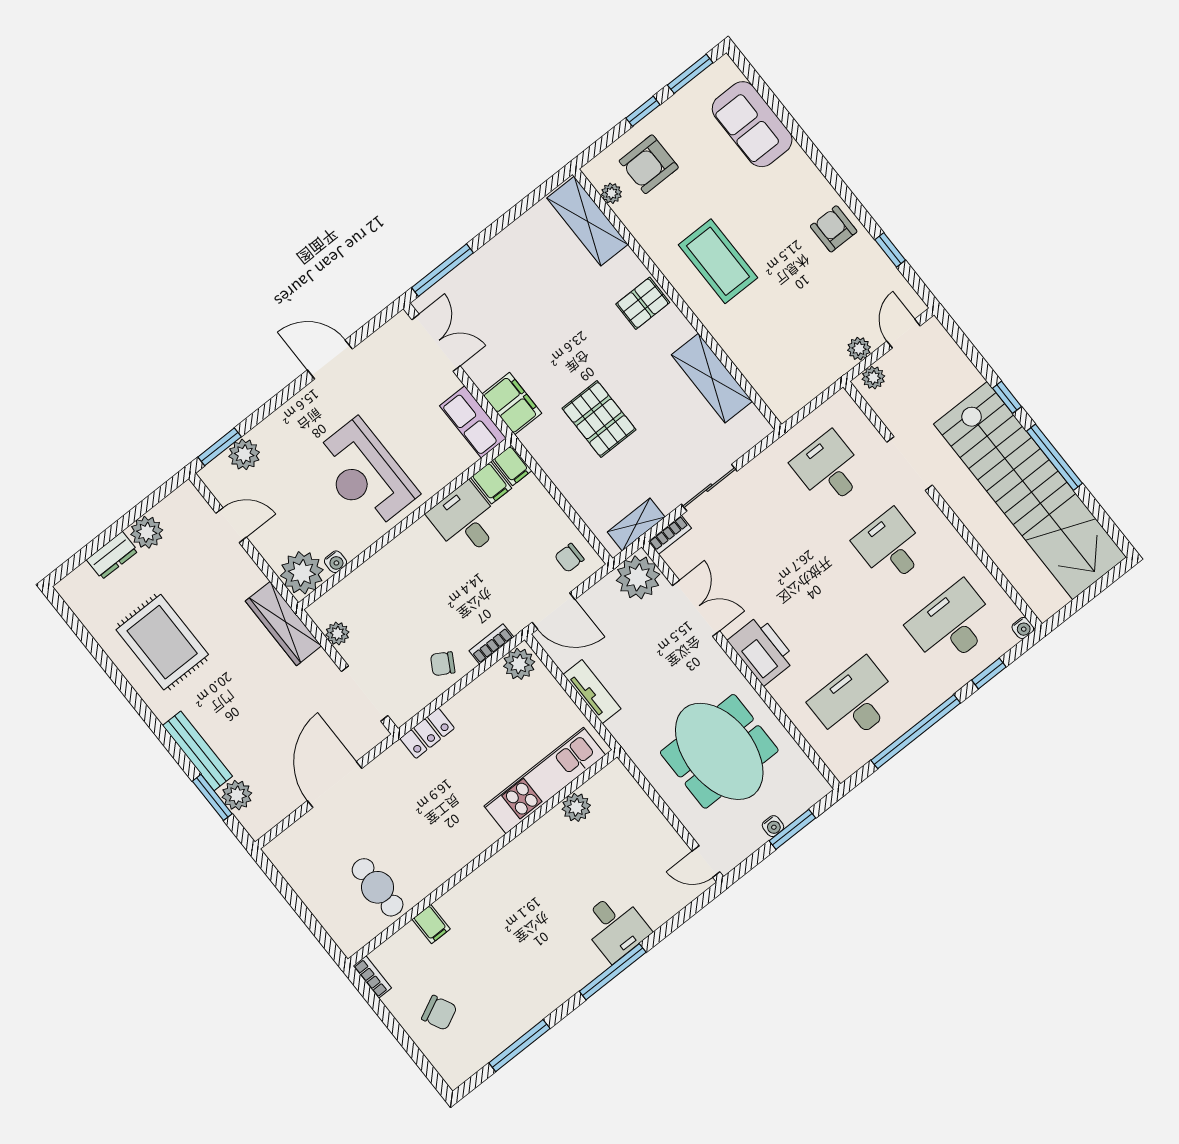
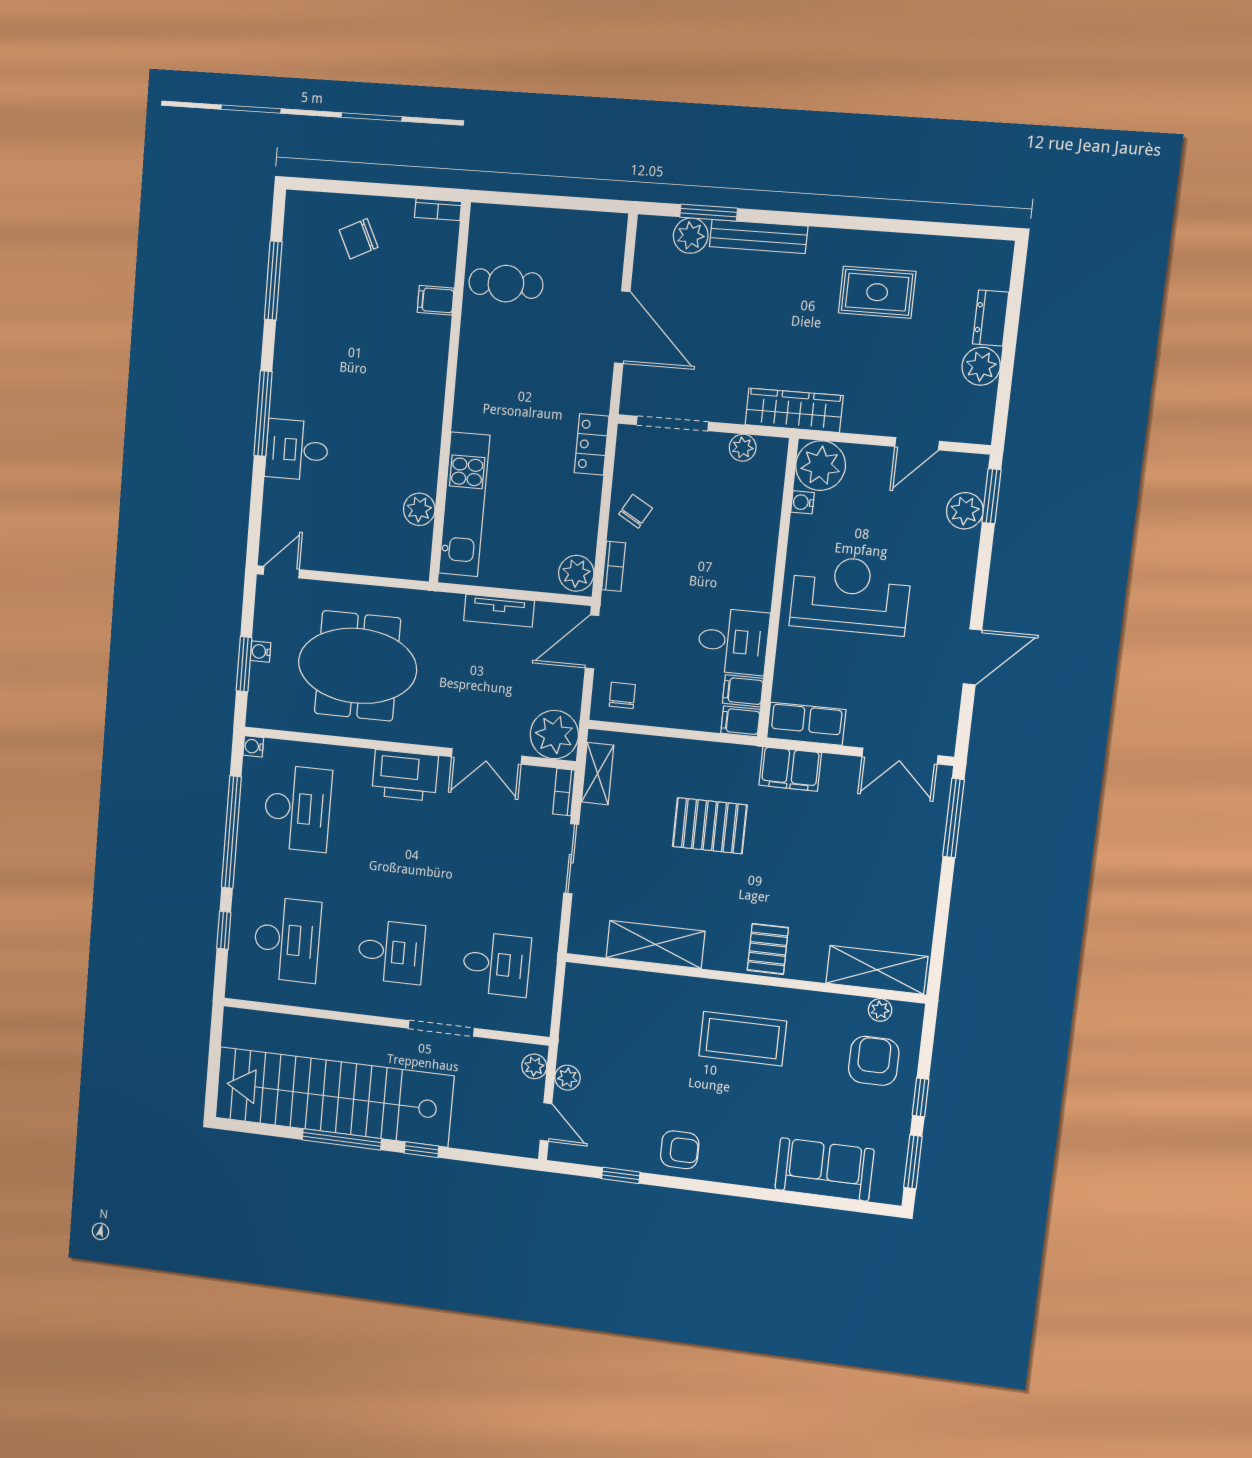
water cooler: (1023, 628) -> (253, 746), moved
rug: (162, 642) -> (877, 292), width x0.73, depth x0.70

